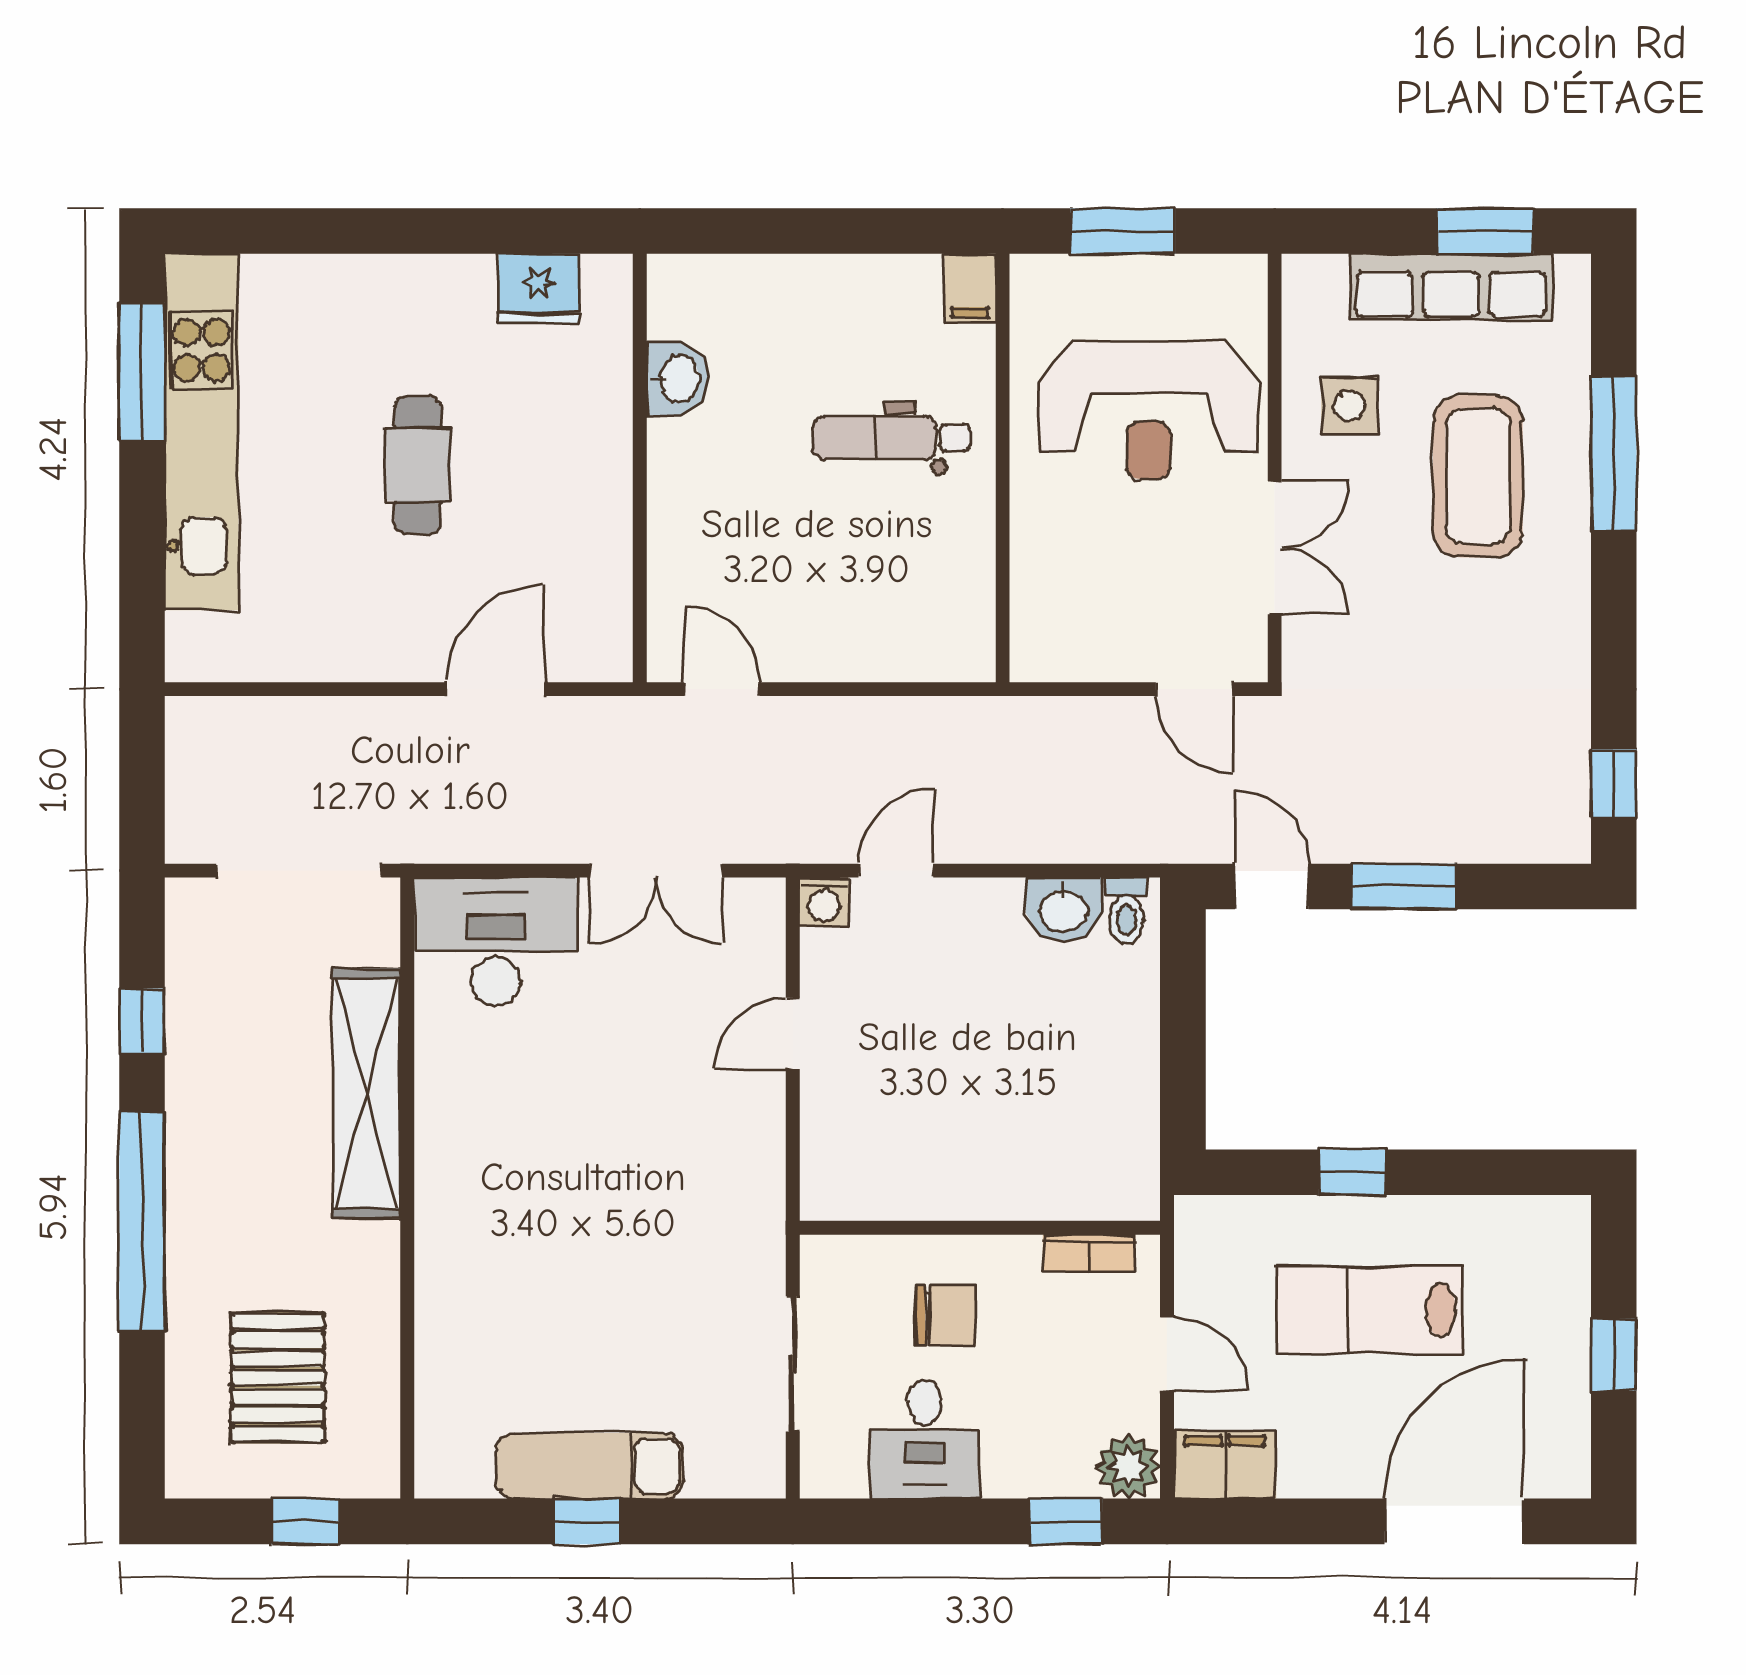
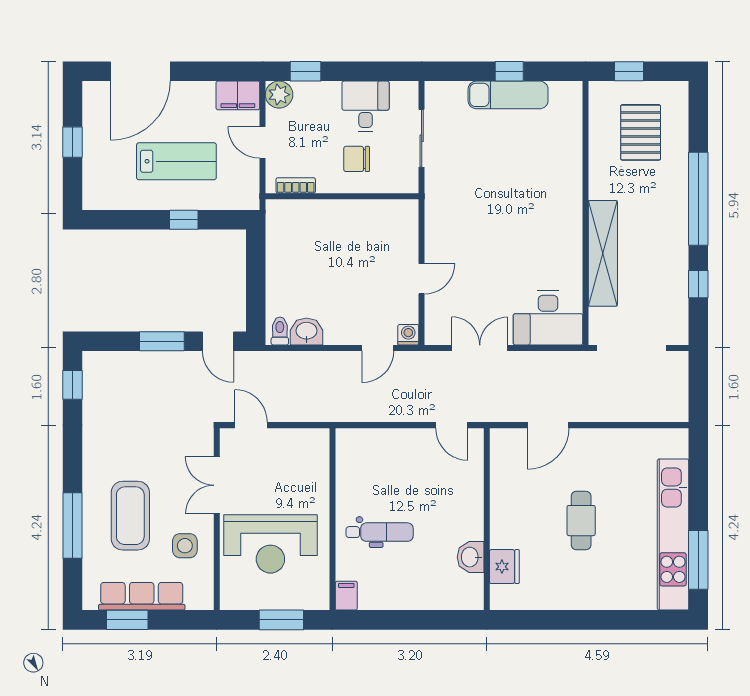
fridge: (539, 288) -> (504, 567), moved, turned 90
reception desk: (1148, 410) -> (270, 544), turned 180

